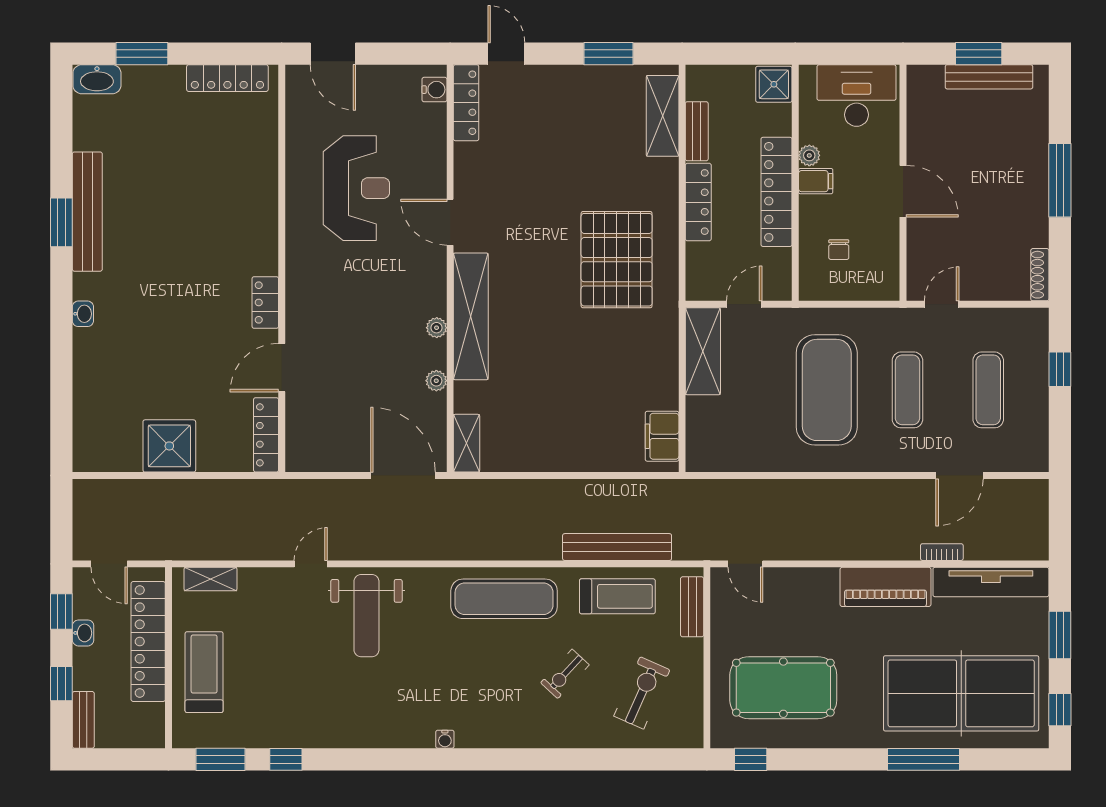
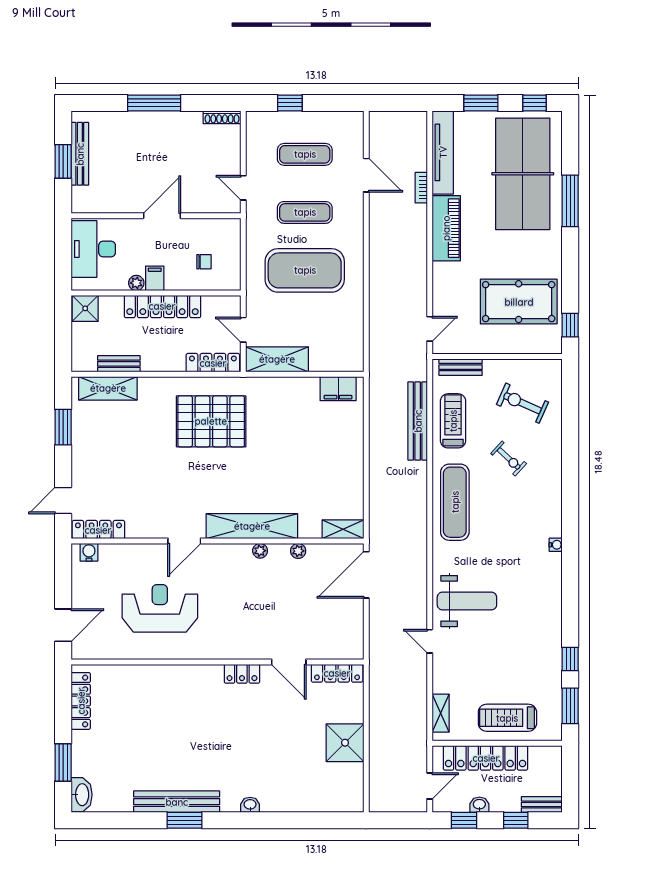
locker: (698, 202) -> (213, 363), moved
pool table: (783, 688) -> (519, 302), turned 90

